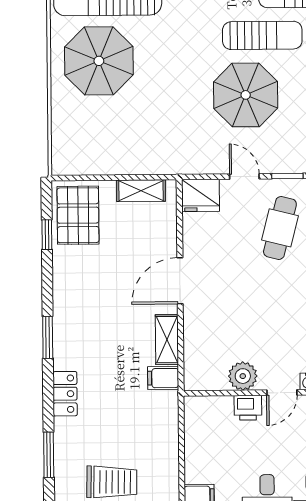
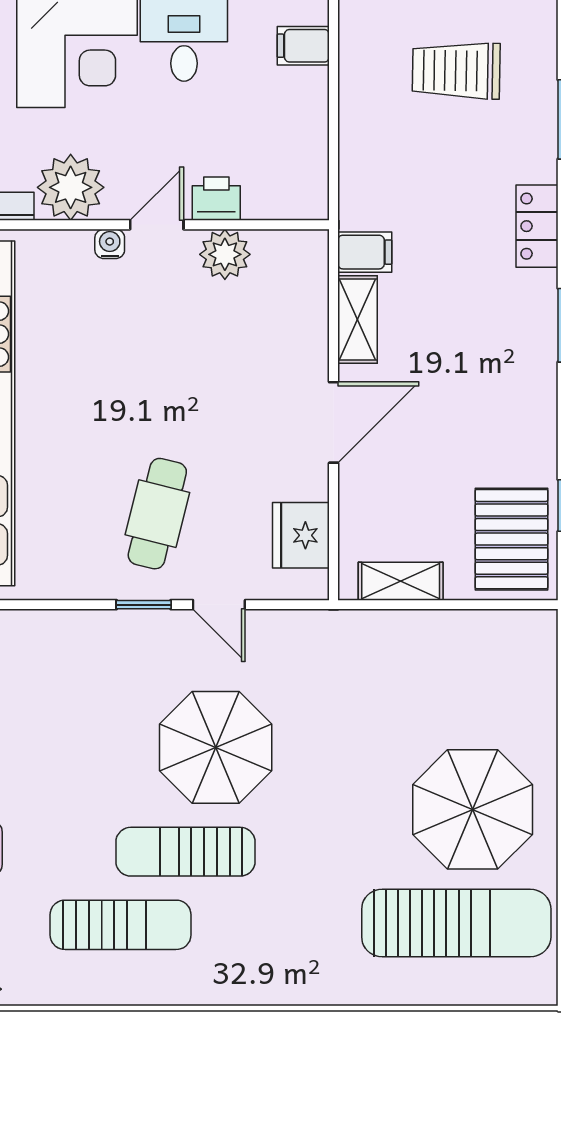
fridge: (200, 195) -> (301, 535), moved, turned -90

